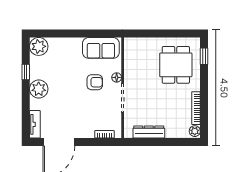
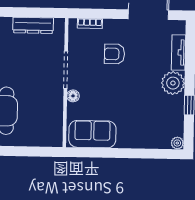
plant: (39, 46) -> (177, 143), width x0.53, depth x0.53
armchair: (95, 82) -> (114, 54), moved
tv unit: (35, 124) -> (178, 52), moved

